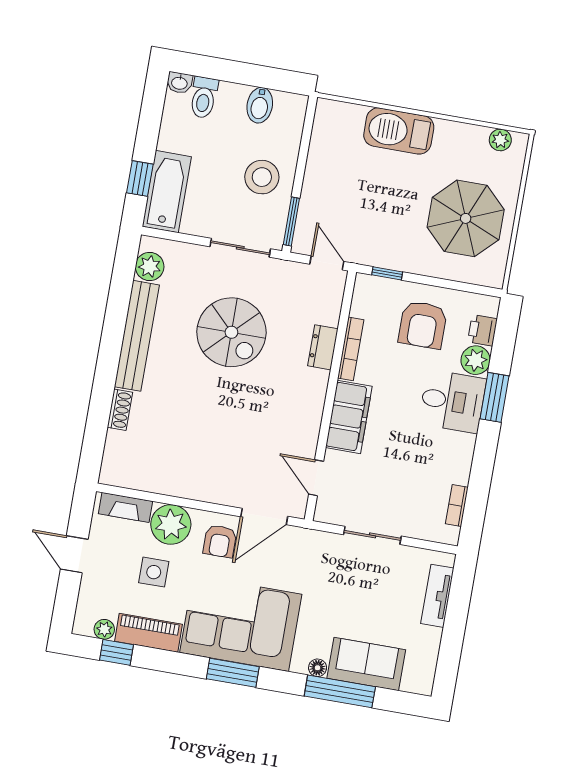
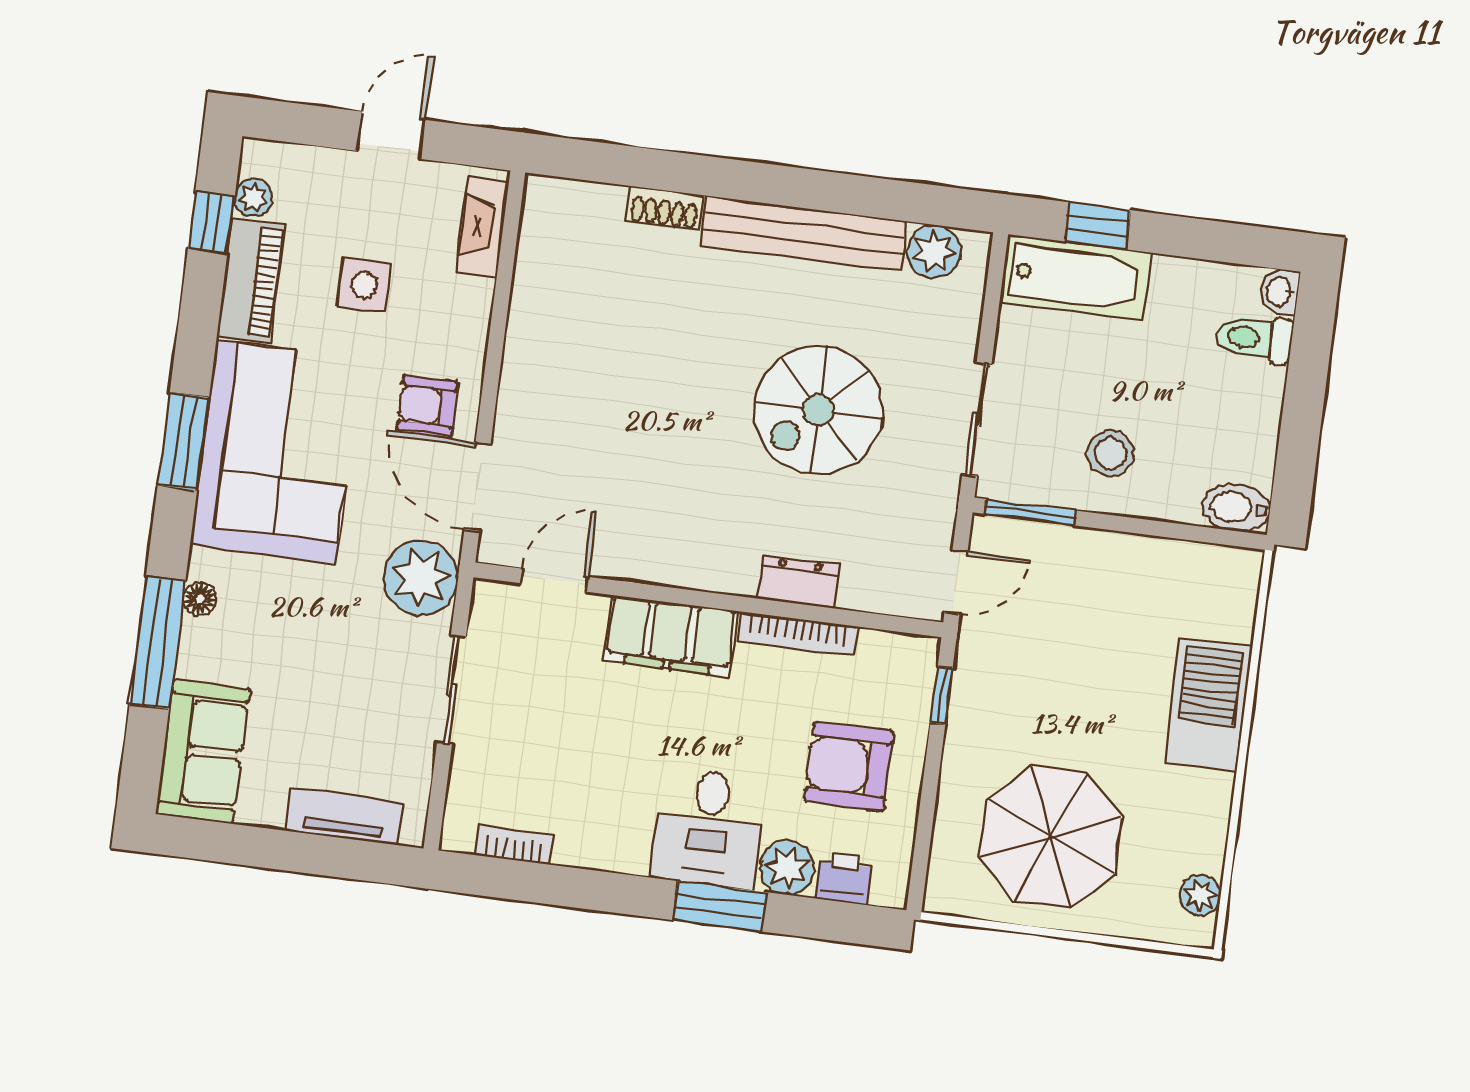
bidet: (260, 105) -> (1236, 508), moved
stool: (262, 177) -> (1111, 453), width x0.73, depth x0.73
plant: (171, 524) -> (421, 578), moved
sofa: (366, 664) -> (203, 752), moved

